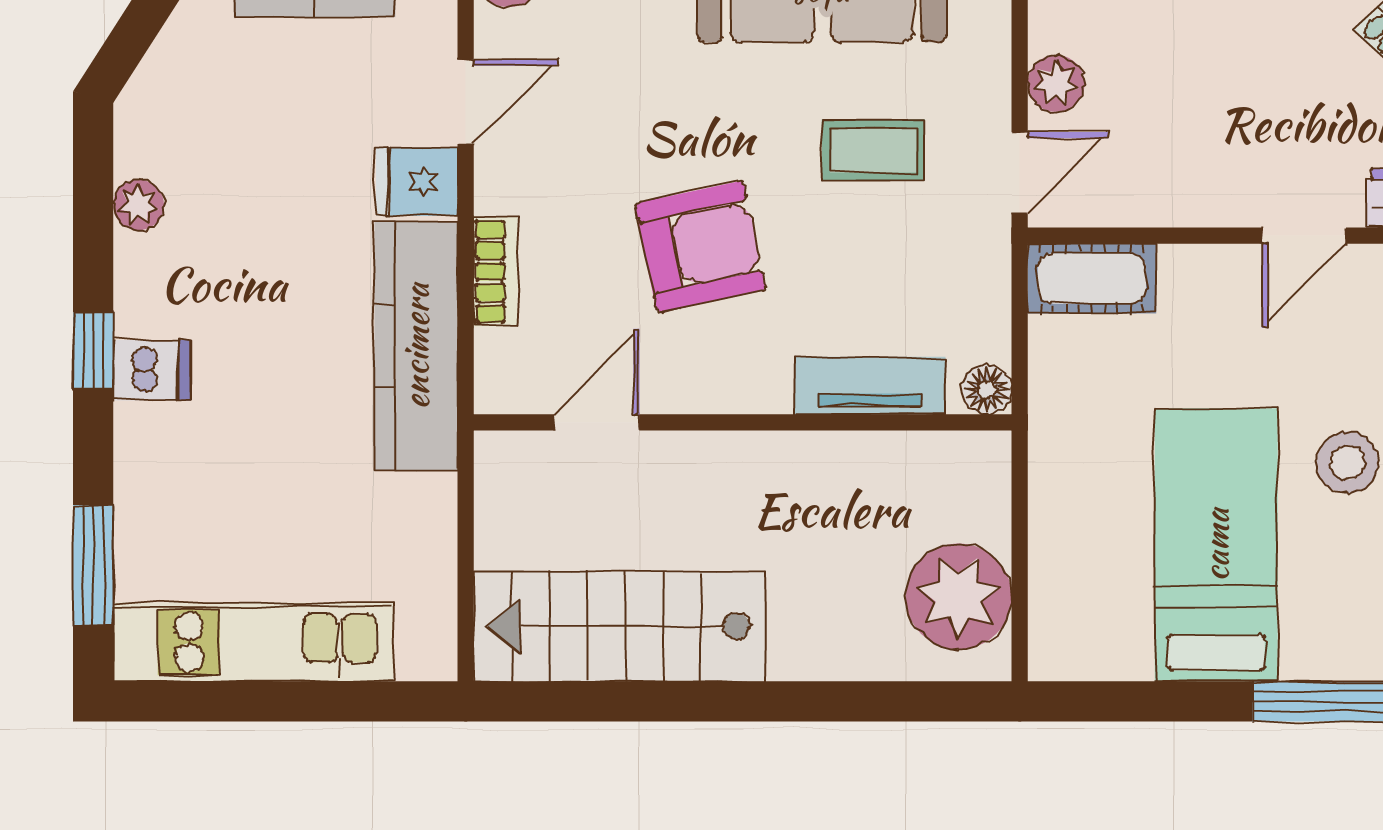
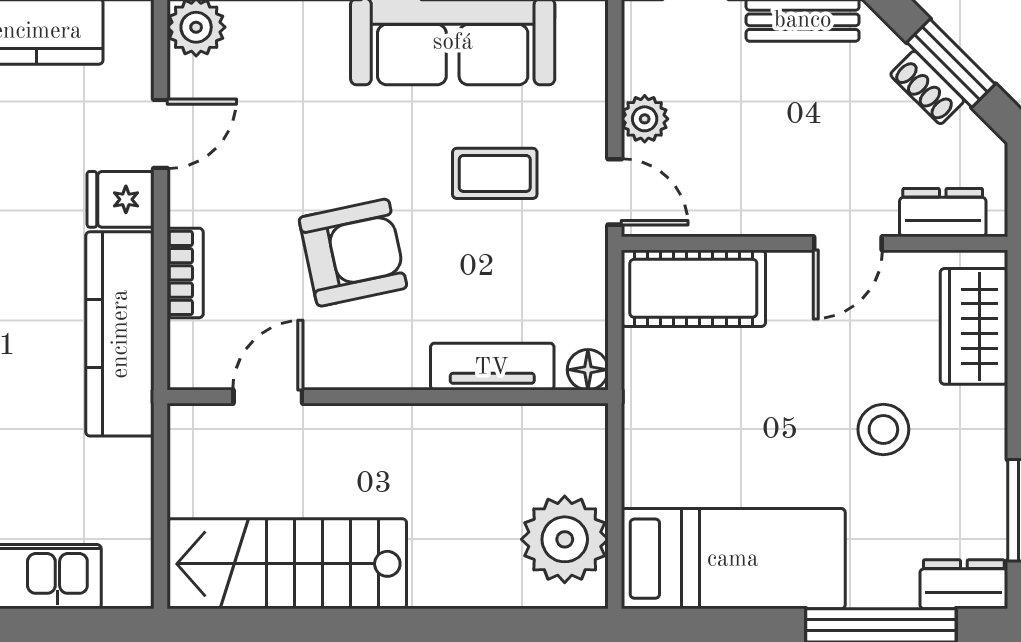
door: (1020, 173) -> (615, 192), hinge flipped
cot: (1092, 278) -> (693, 288), width x1.37, depth x1.34
bed: (1216, 545) -> (733, 559), moved, turned 90

